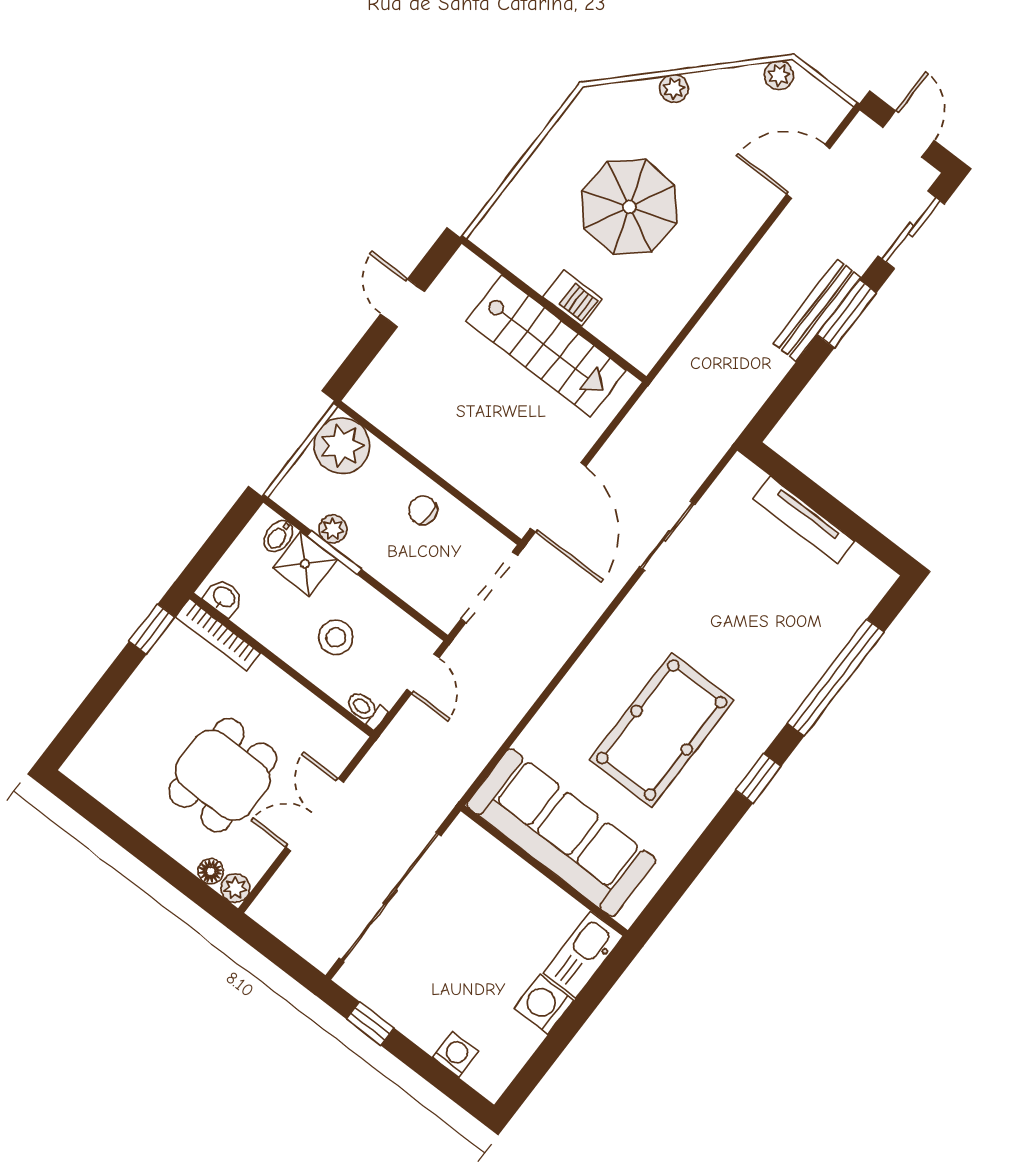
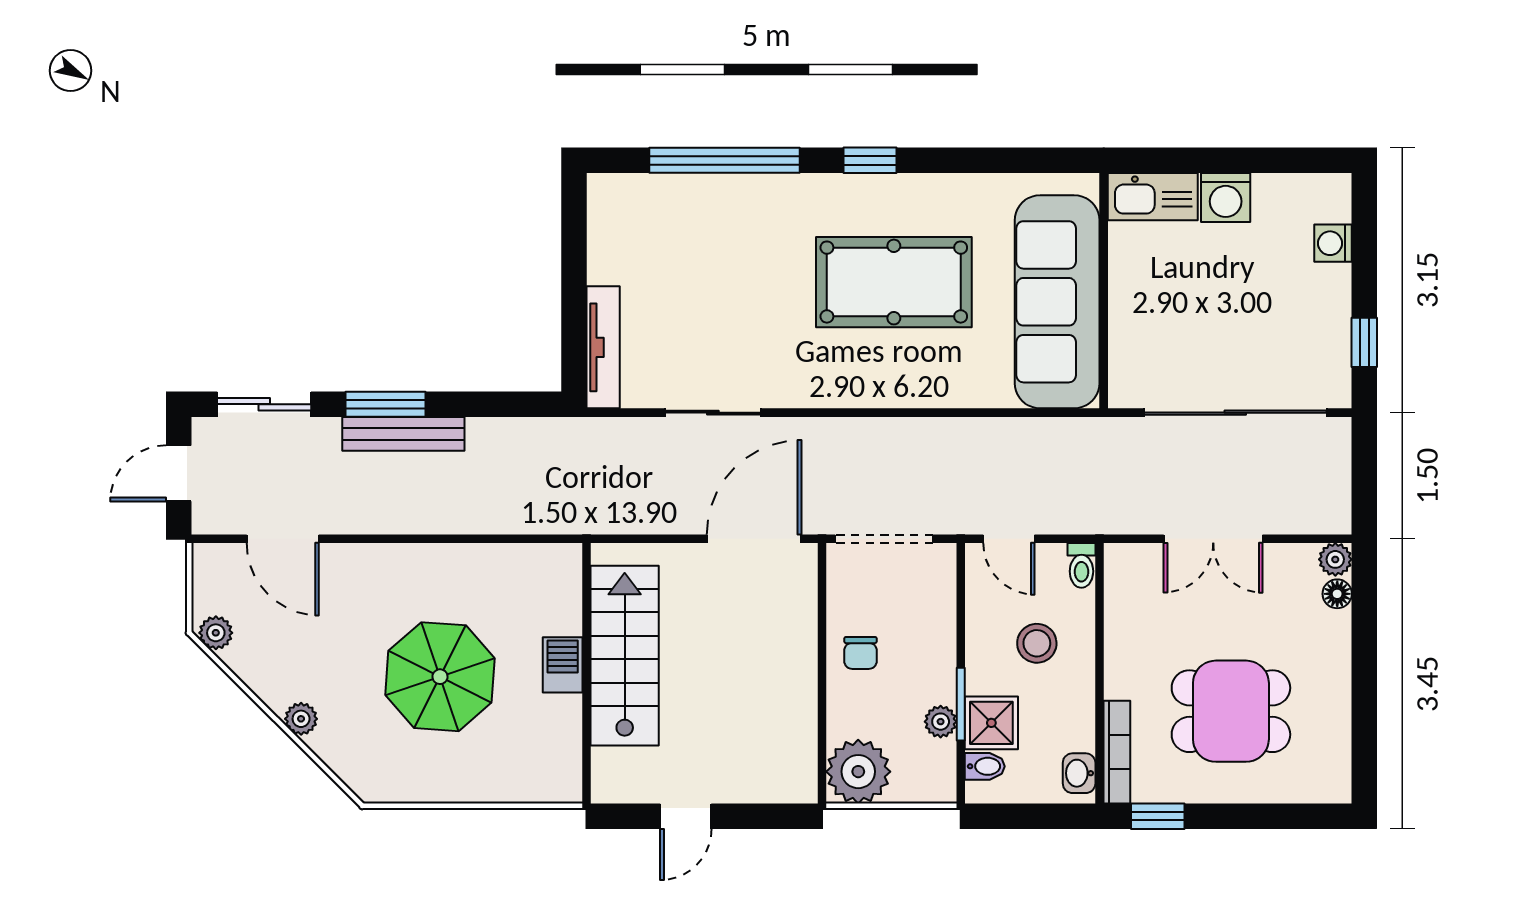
tv unit: (804, 520) -> (603, 347), moved
door: (423, 674) -> (1009, 539), swing flipped
dining table: (223, 775) -> (1231, 711), moved

